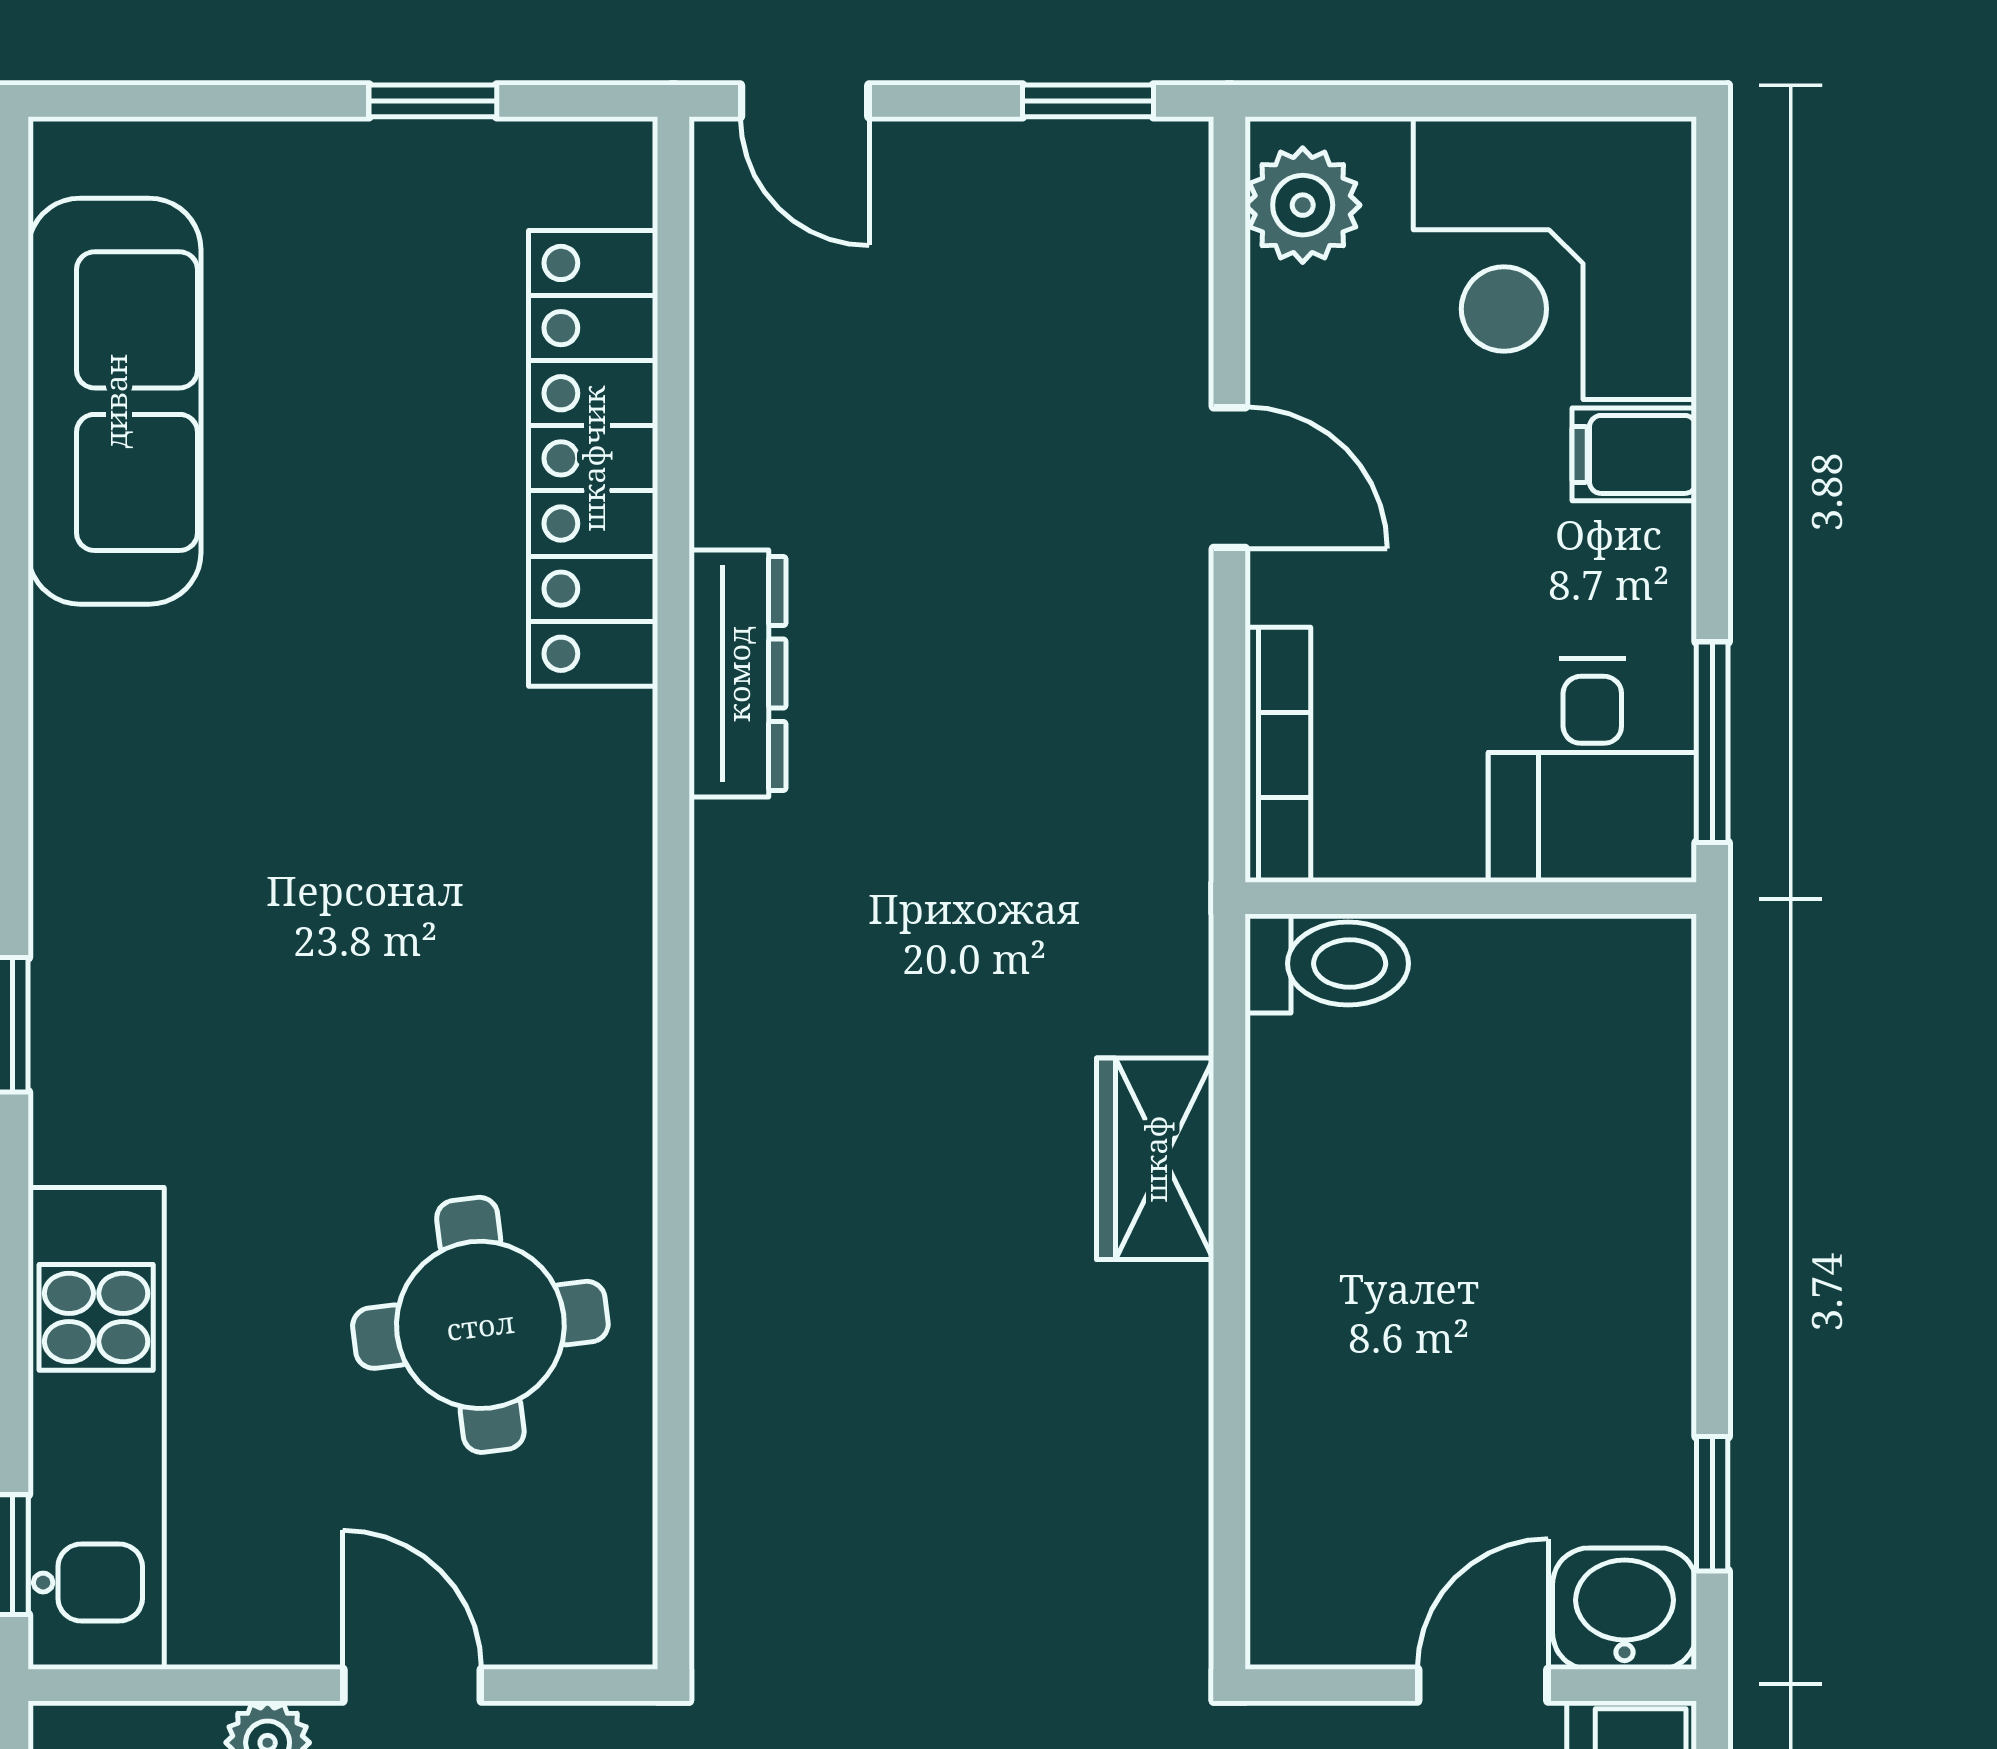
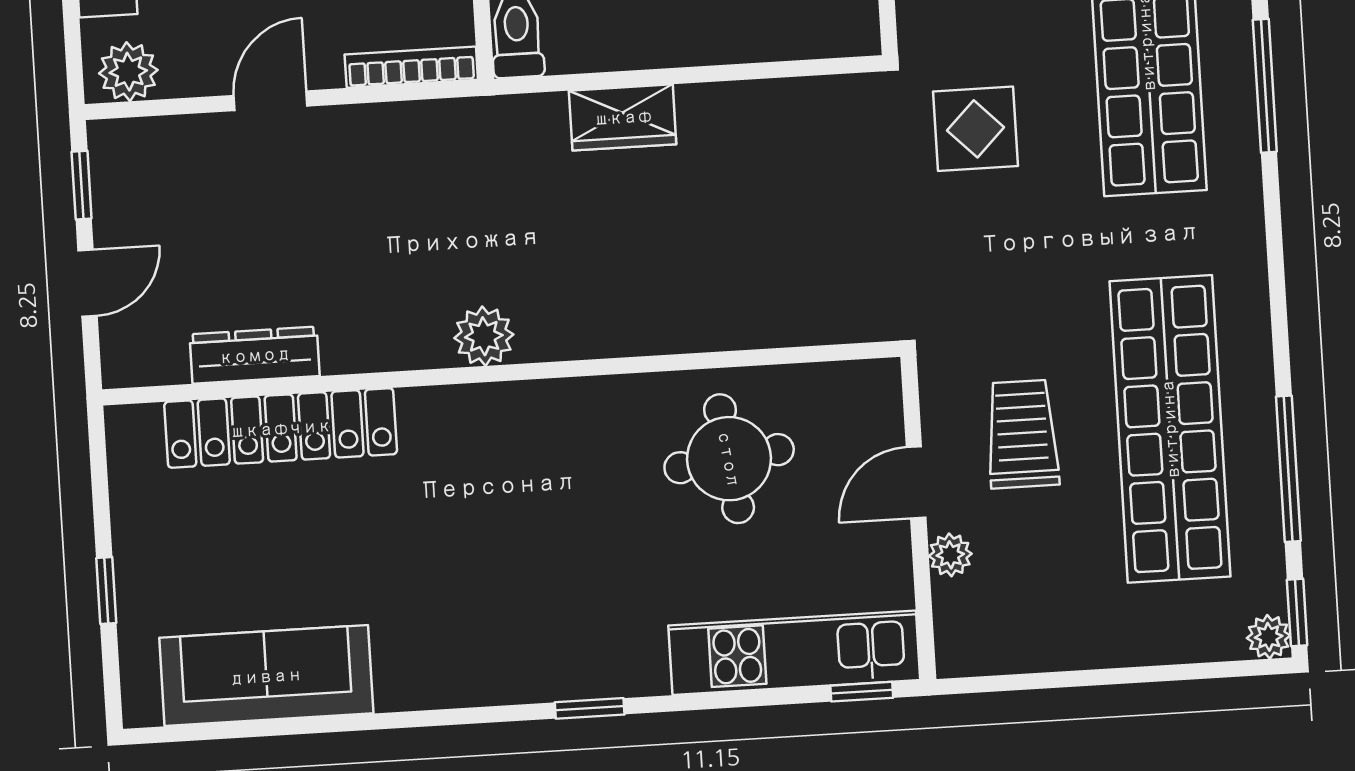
window: (433, 101) -> (106, 590), moved
door: (805, 101) -> (88, 283), moved
dresser: (738, 674) -> (255, 355), moved
plant: (747, 864) -> (484, 336), added

